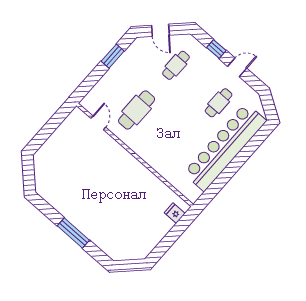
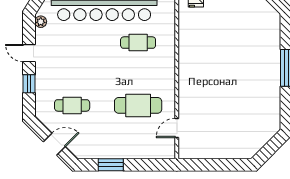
door: (160, 30) -> (54, 144), hinge flipped
plant: (251, 94) -> (41, 22), added
cafe table: (219, 103) -> (138, 43), moved

